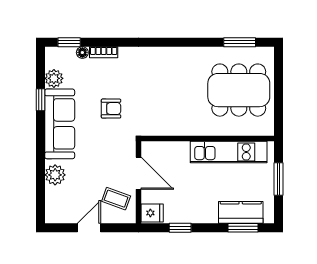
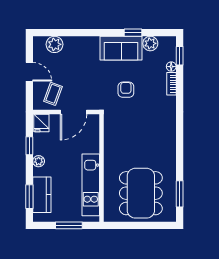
armchair: (111, 109) -> (126, 90), turned 180
sofa: (60, 124) -> (121, 48), width x0.73
plant: (55, 175) -> (54, 44), moved
plant: (199, 216) -> (39, 161), added

